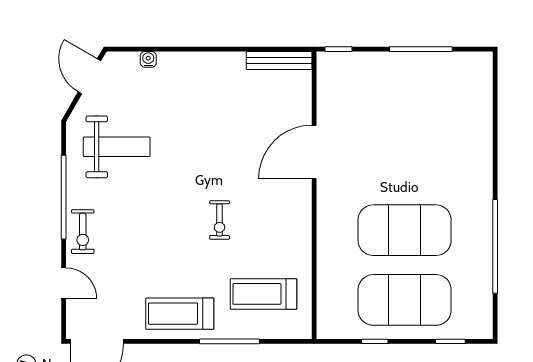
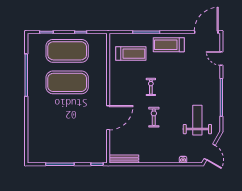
weight bench: (117, 147) -> (197, 120), turned 90
exercise bike: (83, 232) -> (154, 117), moved
treadmill: (180, 314) -> (169, 45), turned 180

